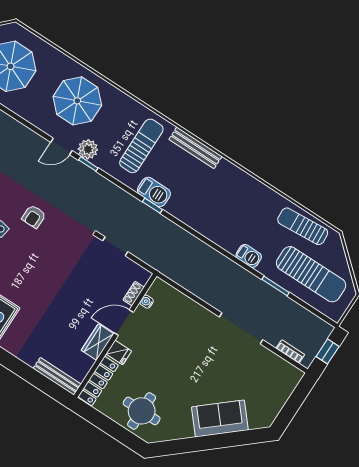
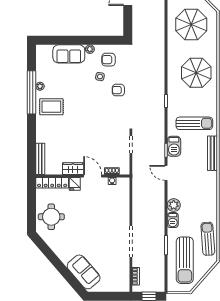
door: (61, 146) -> (166, 173), moved
plant: (88, 149) -> (174, 205), moved
sofa: (220, 418) -> (84, 272), moved

